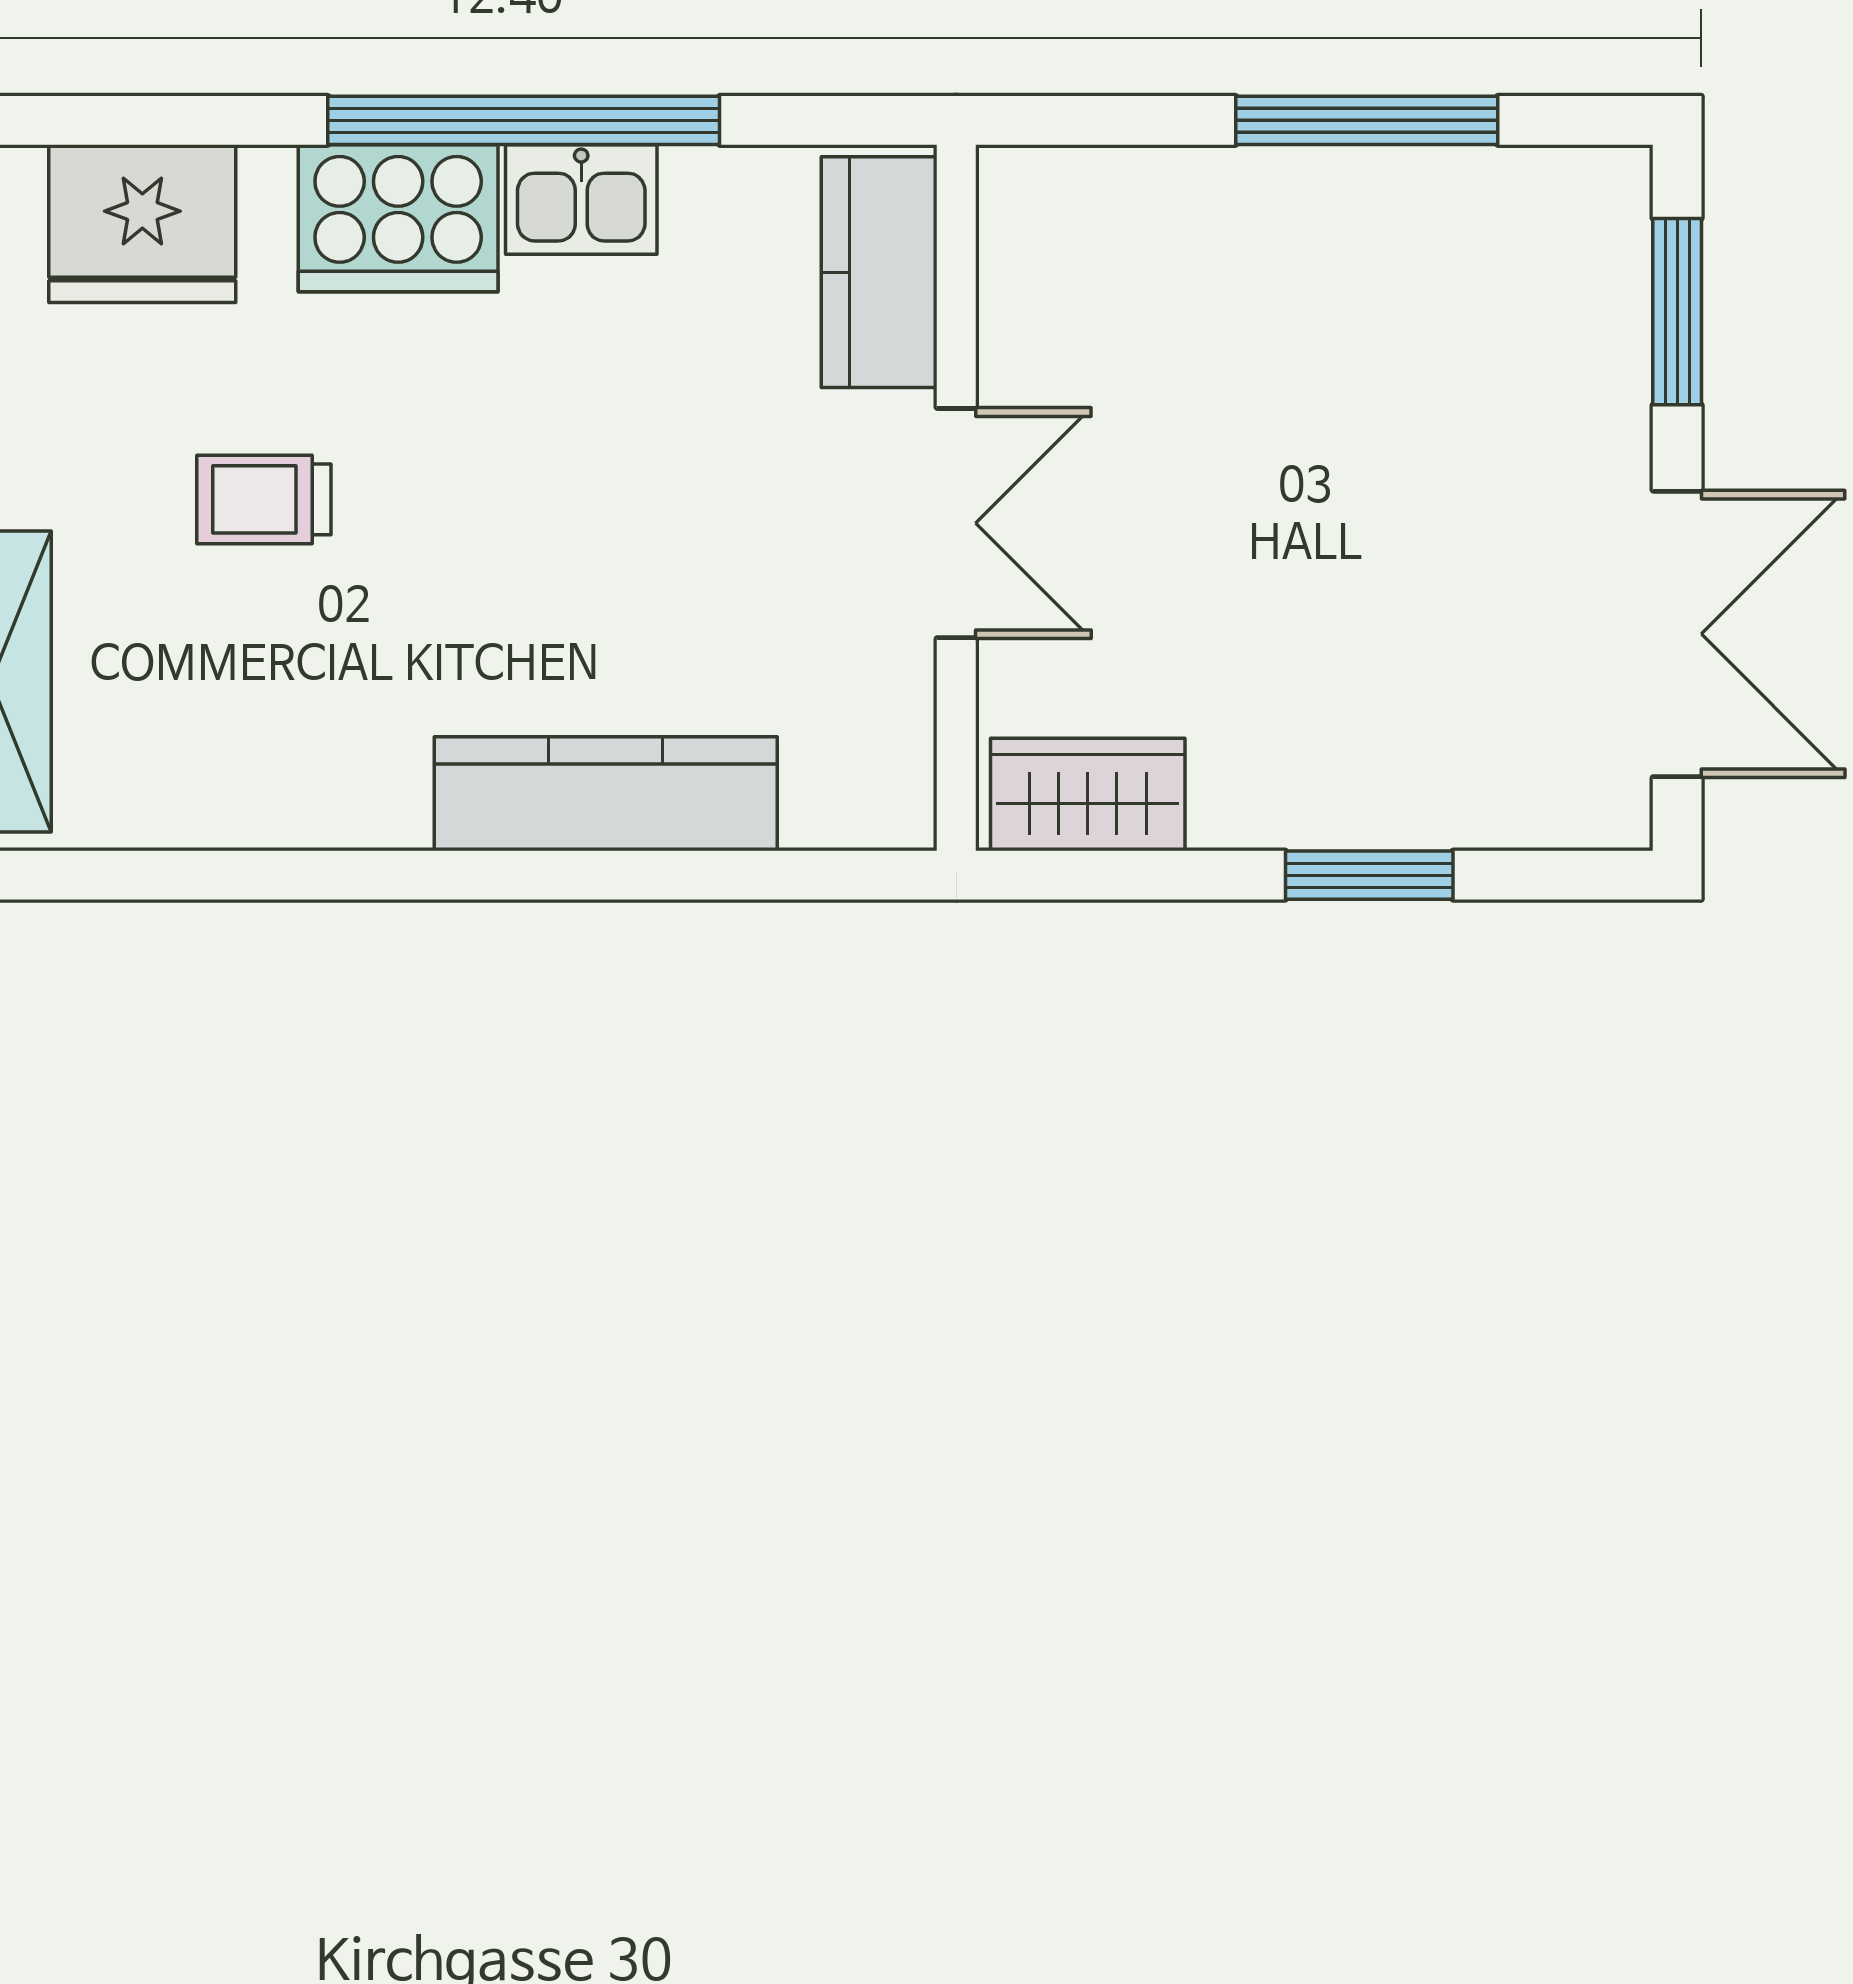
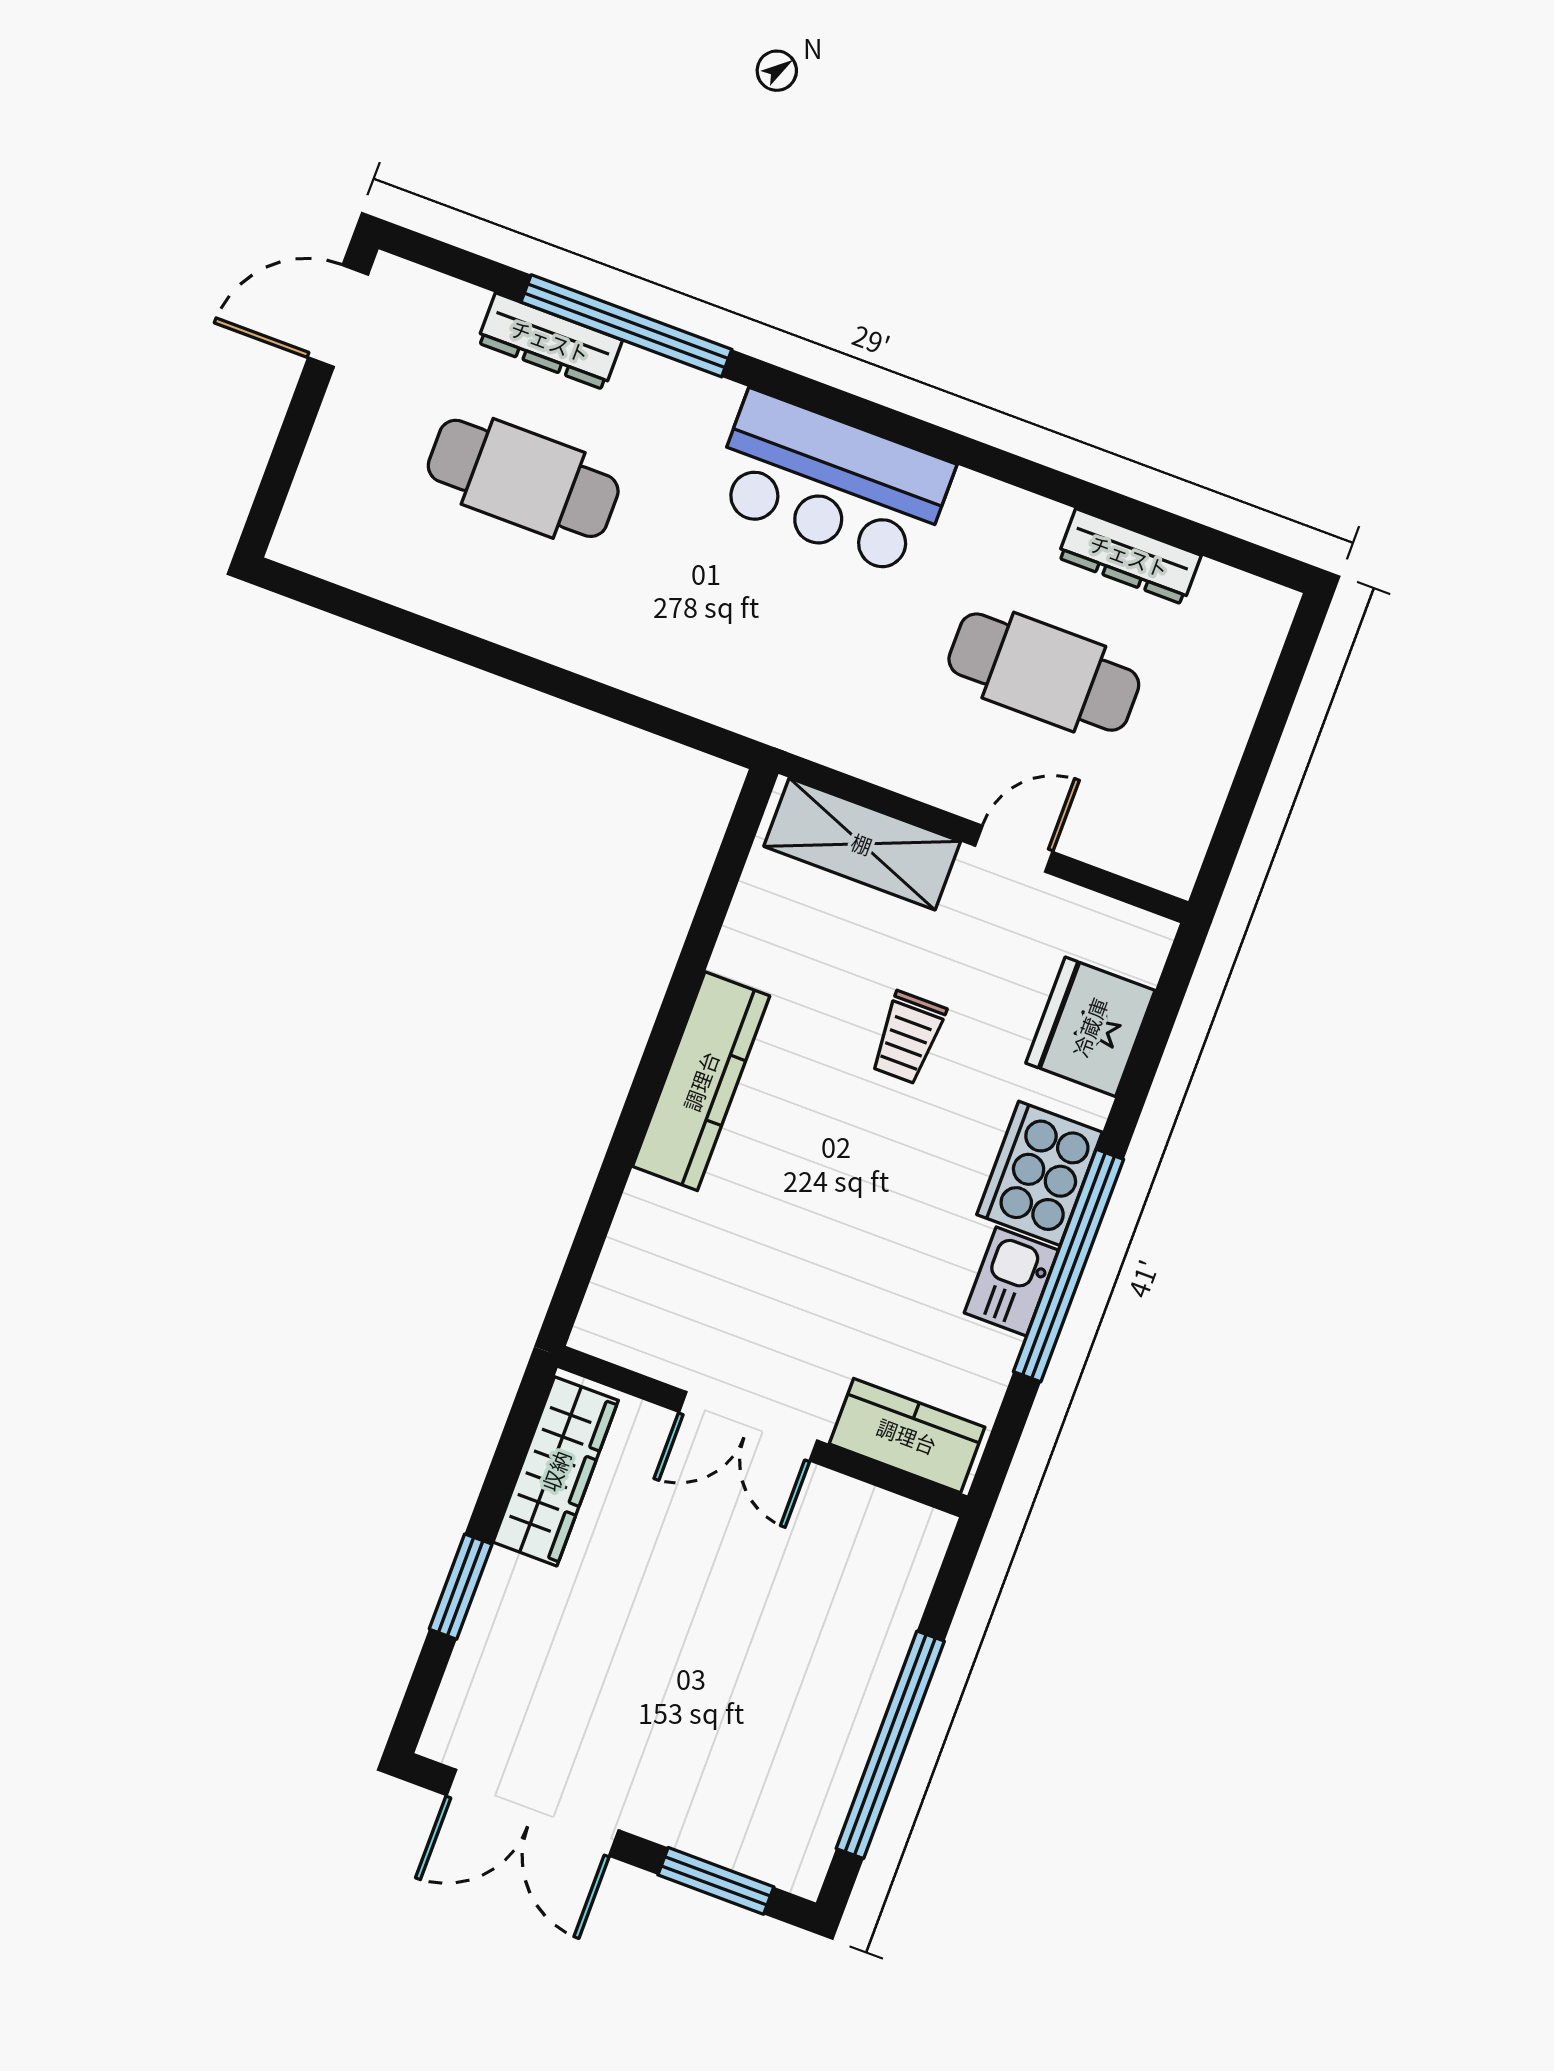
window: (1367, 120) -> (890, 1745), width x1.46
trolley: (264, 499) -> (908, 1038), turned 180
kitchen counter: (606, 794) -> (701, 1081), moved
wardrobe: (1088, 795) -> (556, 1471), width x1.50

